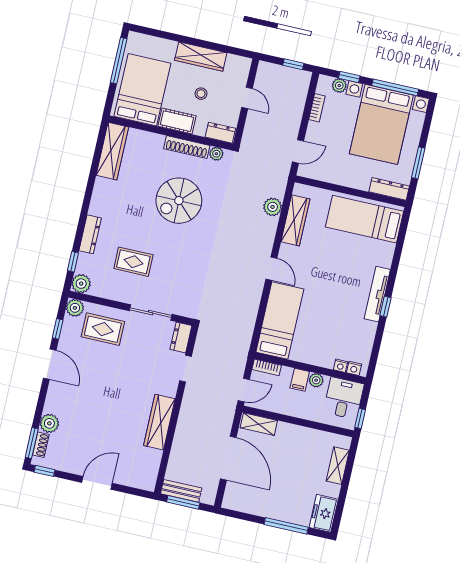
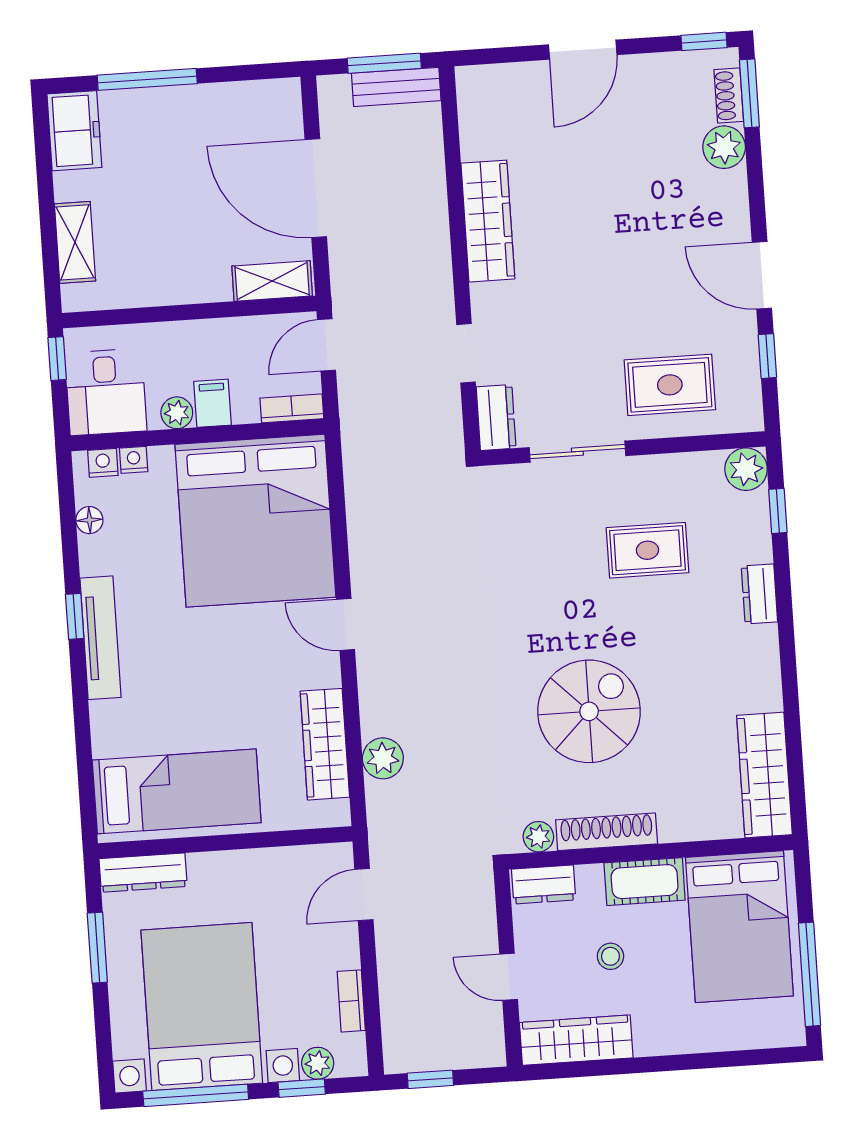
wardrobe: (201, 57) -> (576, 1040), moved
dresser: (90, 234) -> (759, 594), width x0.70
plant: (75, 308) -> (744, 413), removed
bed: (280, 321) -> (255, 521), width x2.04
floor lamp: (367, 346) -> (89, 520), added

